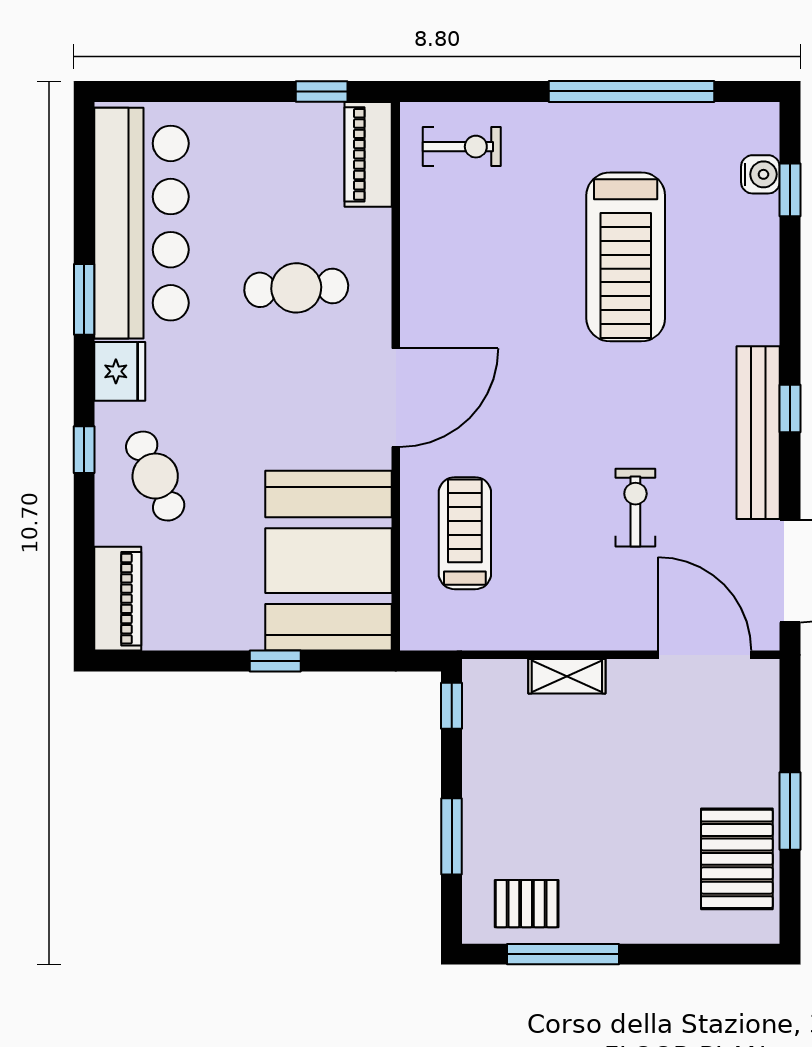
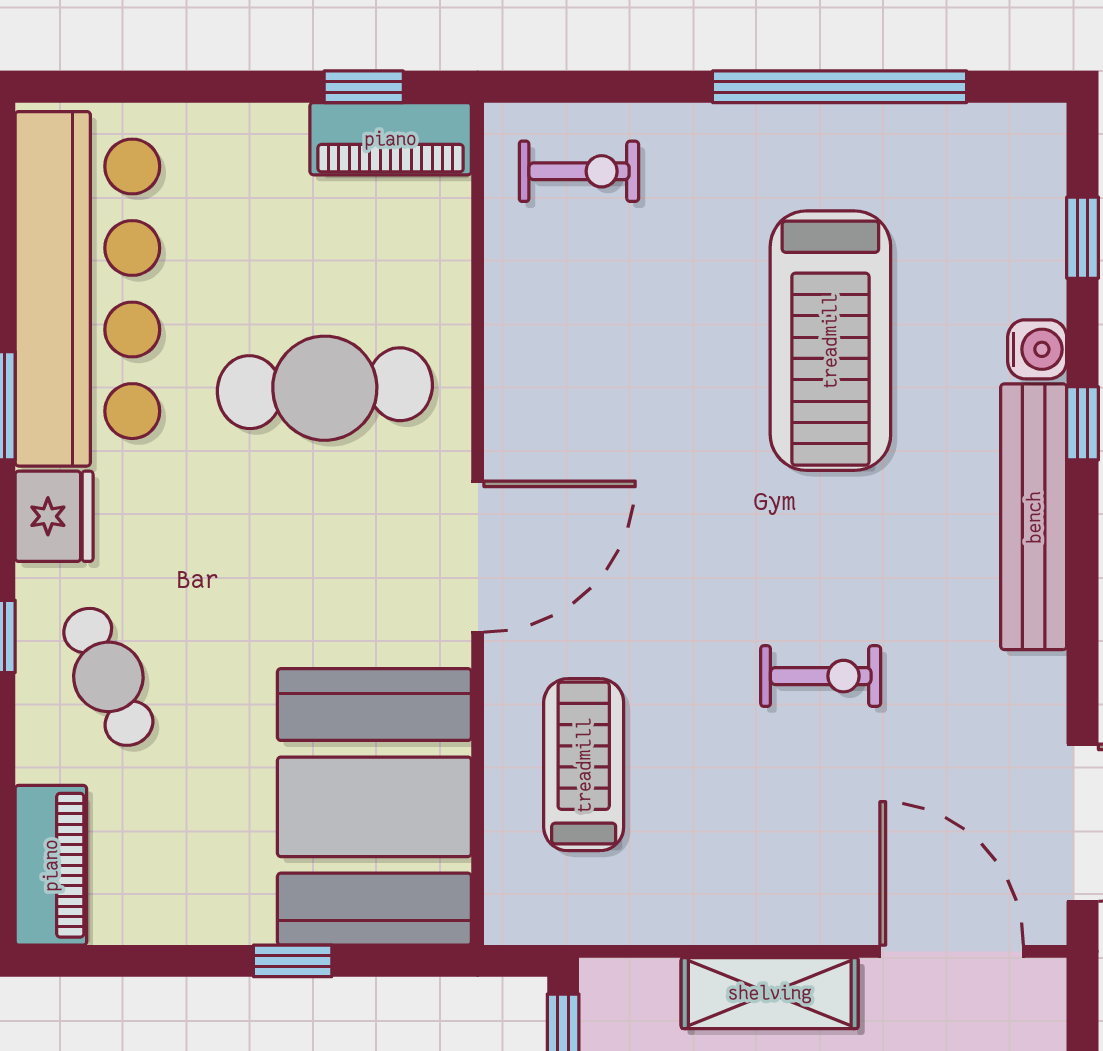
piano: (368, 154) -> (391, 139), moved, turned -90
water cooler: (760, 174) -> (1037, 349), moved
cafe table: (296, 288) -> (325, 388), width x1.37, depth x1.35
window: (790, 408) -> (1083, 423), moved
bench: (758, 433) -> (1034, 517), moved
exercise bike: (635, 508) -> (821, 676), moved, turned 90
shelving: (567, 676) -> (770, 993), width x1.50, depth x1.33

